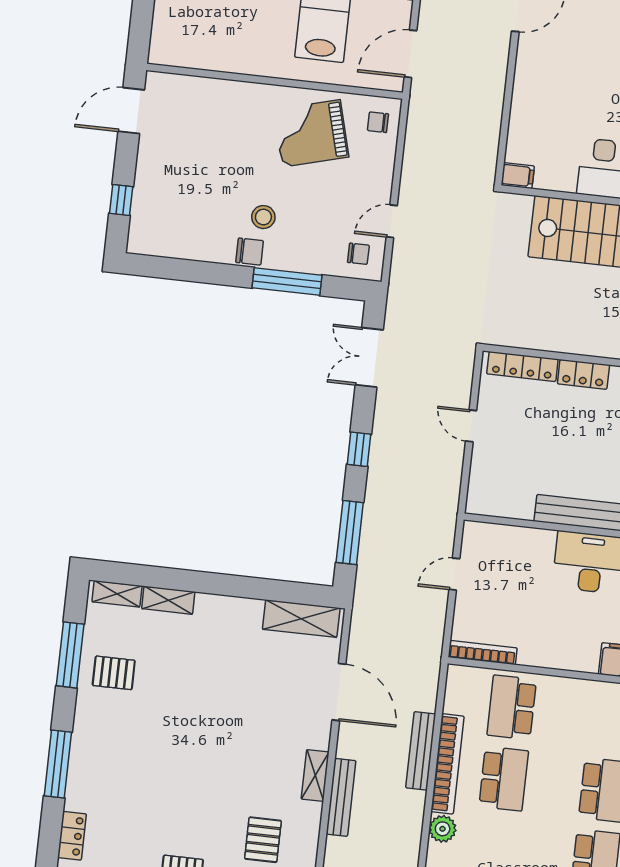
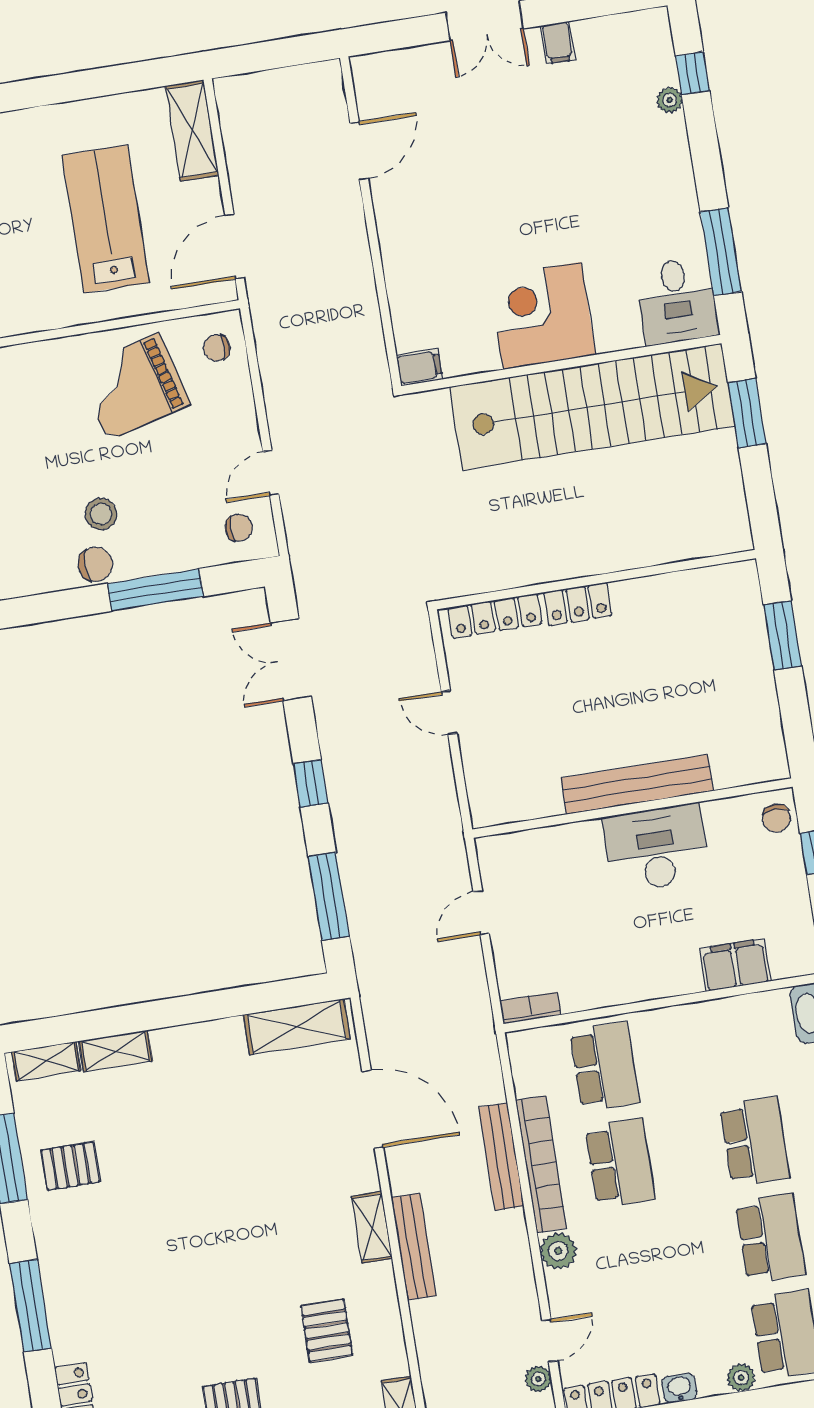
bookcase: (483, 653) -> (530, 1008), width x0.64
school desk: (512, 707) -> (605, 1066), turned 180

